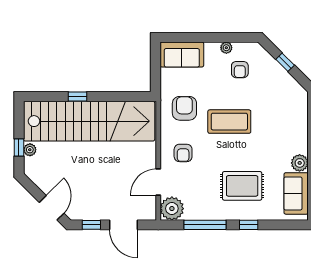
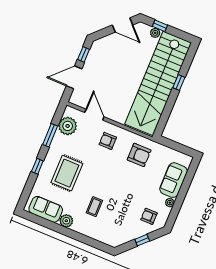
sofa: (182, 54) -> (173, 180), moved
armchair: (240, 70) -> (149, 216), moved
coffee table: (229, 122) -> (94, 207), moved, width x0.54, depth x0.58
door: (52, 208) -> (122, 25), moved
plant: (172, 209) -> (68, 126), moved
window: (205, 225) -> (50, 135), width x0.69

